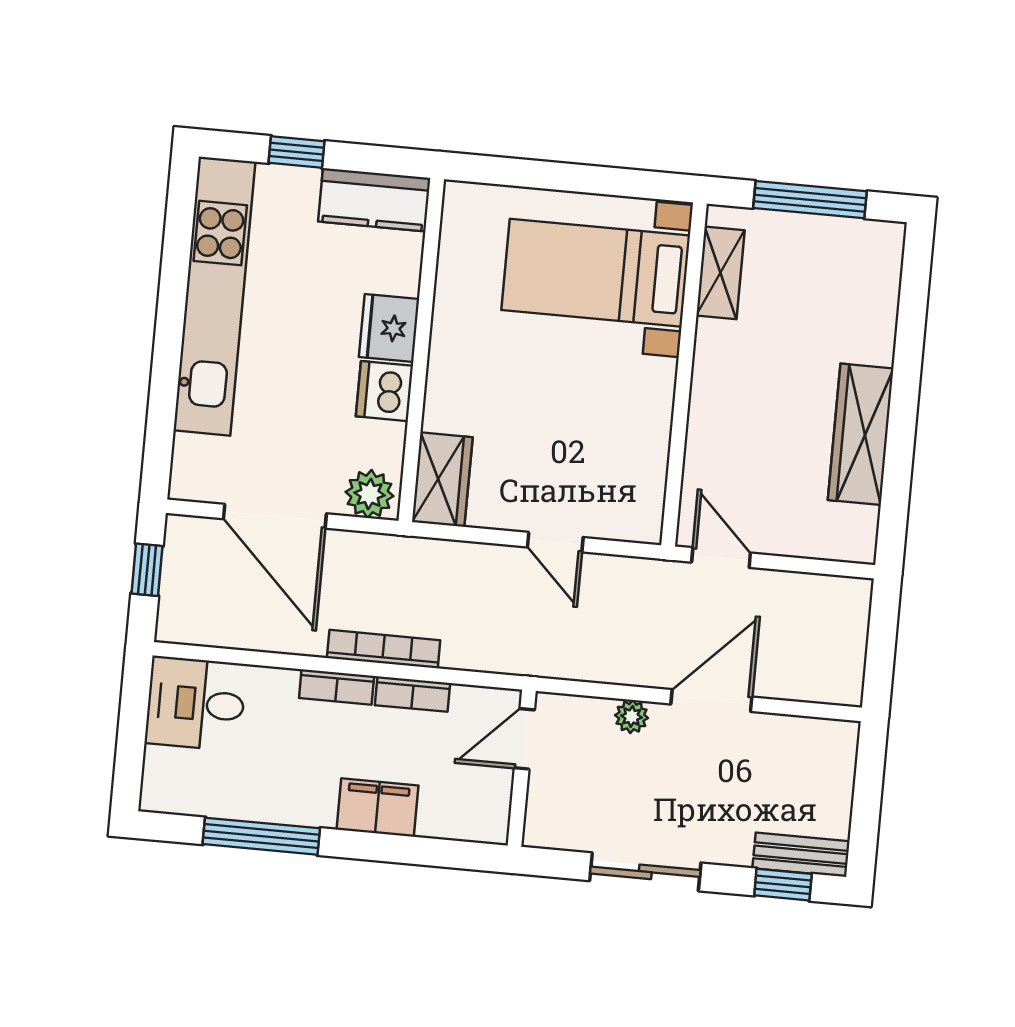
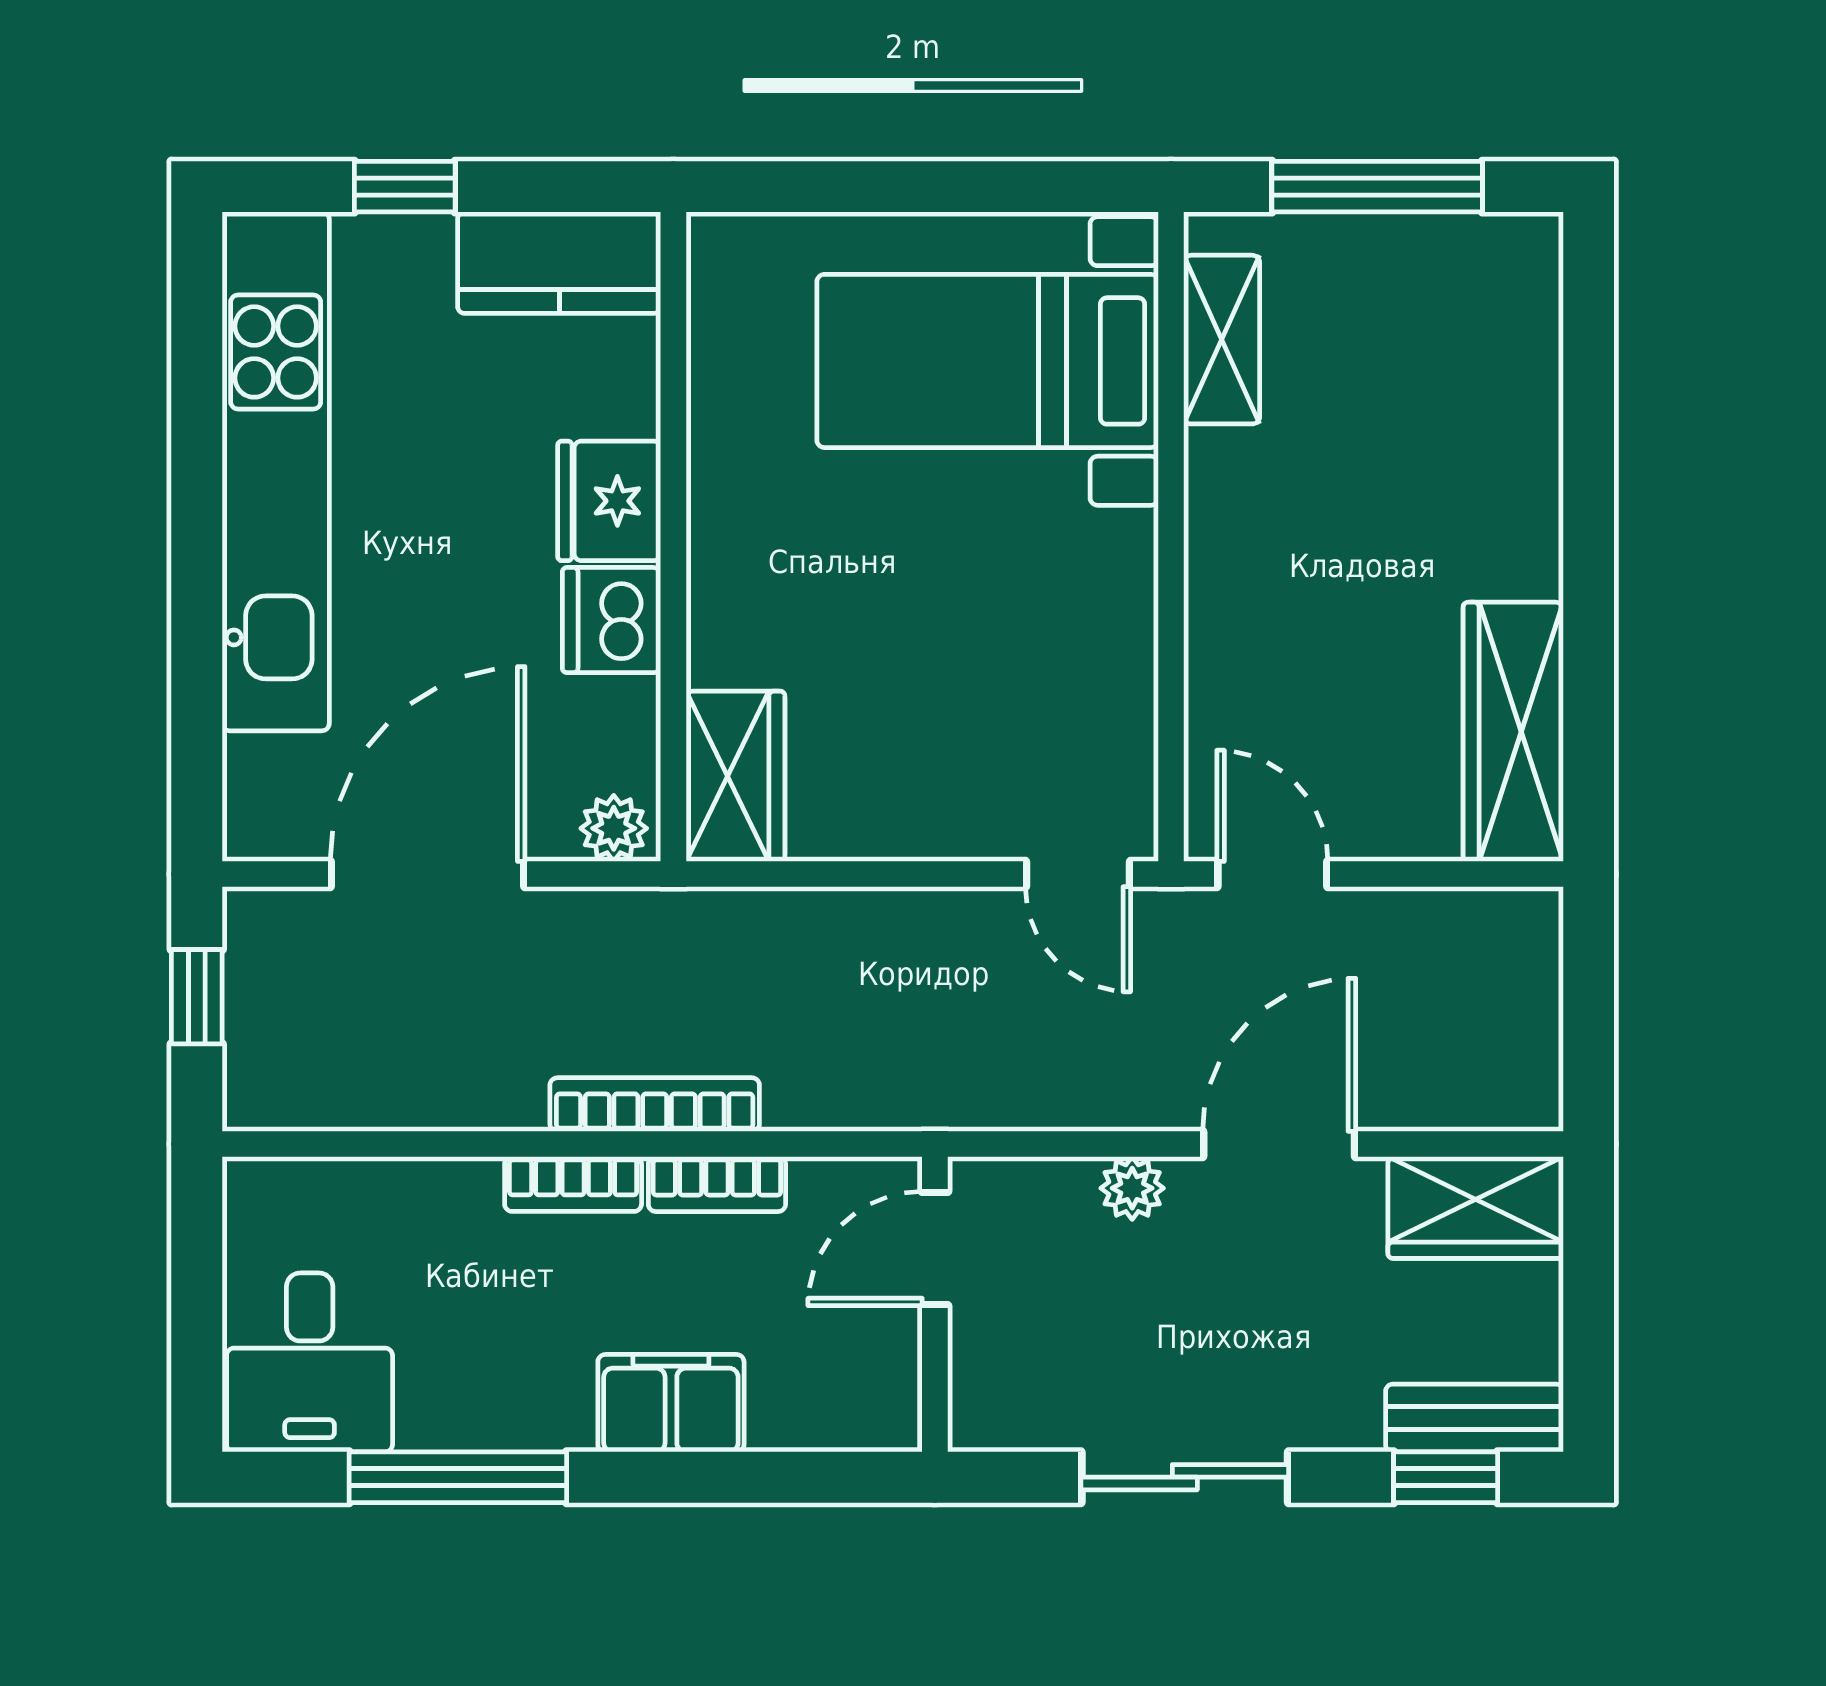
wardrobe: (861, 434) -> (1513, 732), moved
plant: (369, 494) -> (614, 828), width x0.73, depth x0.73
door: (275, 516) -> (428, 874), swing flipped
door: (555, 542) -> (1078, 874), moved
desk: (196, 704) -> (310, 1362), moved, turned -90
wardrobe: (812, 744) -> (1476, 1208), added

